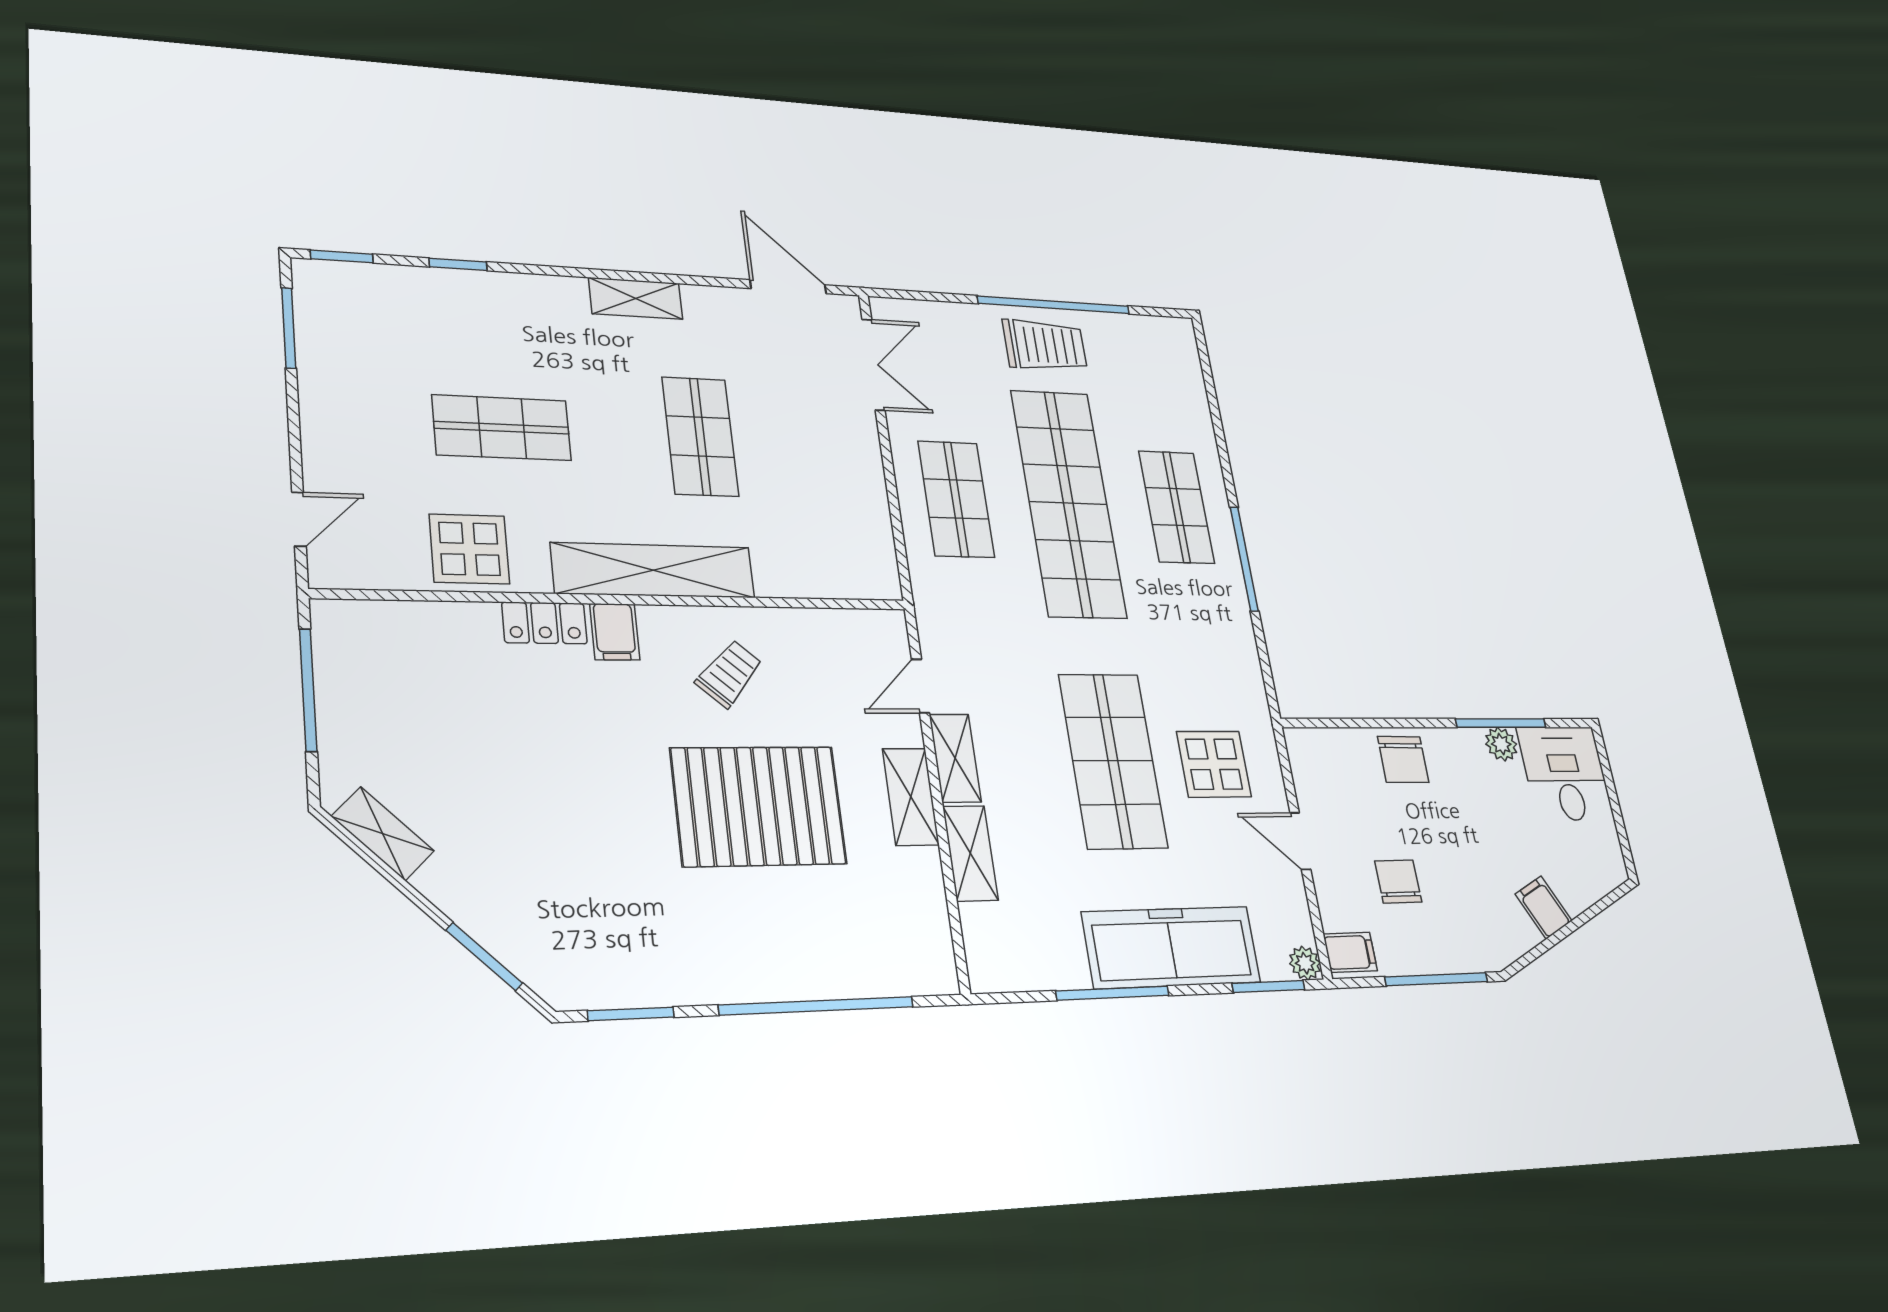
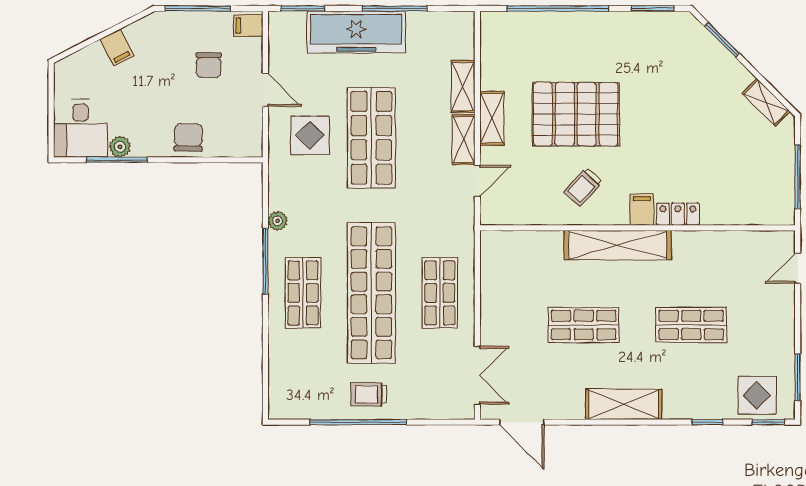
shelving: (636, 298) -> (624, 404), width x1.50, depth x1.33
trolley: (1045, 345) -> (369, 394), width x0.73, depth x0.72
double door: (873, 365) -> (477, 375), swing flipped
shop shelf: (700, 436) -> (584, 325), turned 90
display table: (469, 549) -> (757, 395), moved
plant: (1305, 963) -> (278, 221), moved

